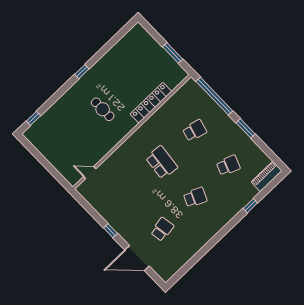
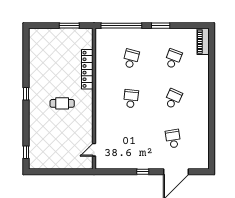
school desk: (161, 162) -> (131, 99), width x0.54
window: (250, 206) -> (212, 69), removed

